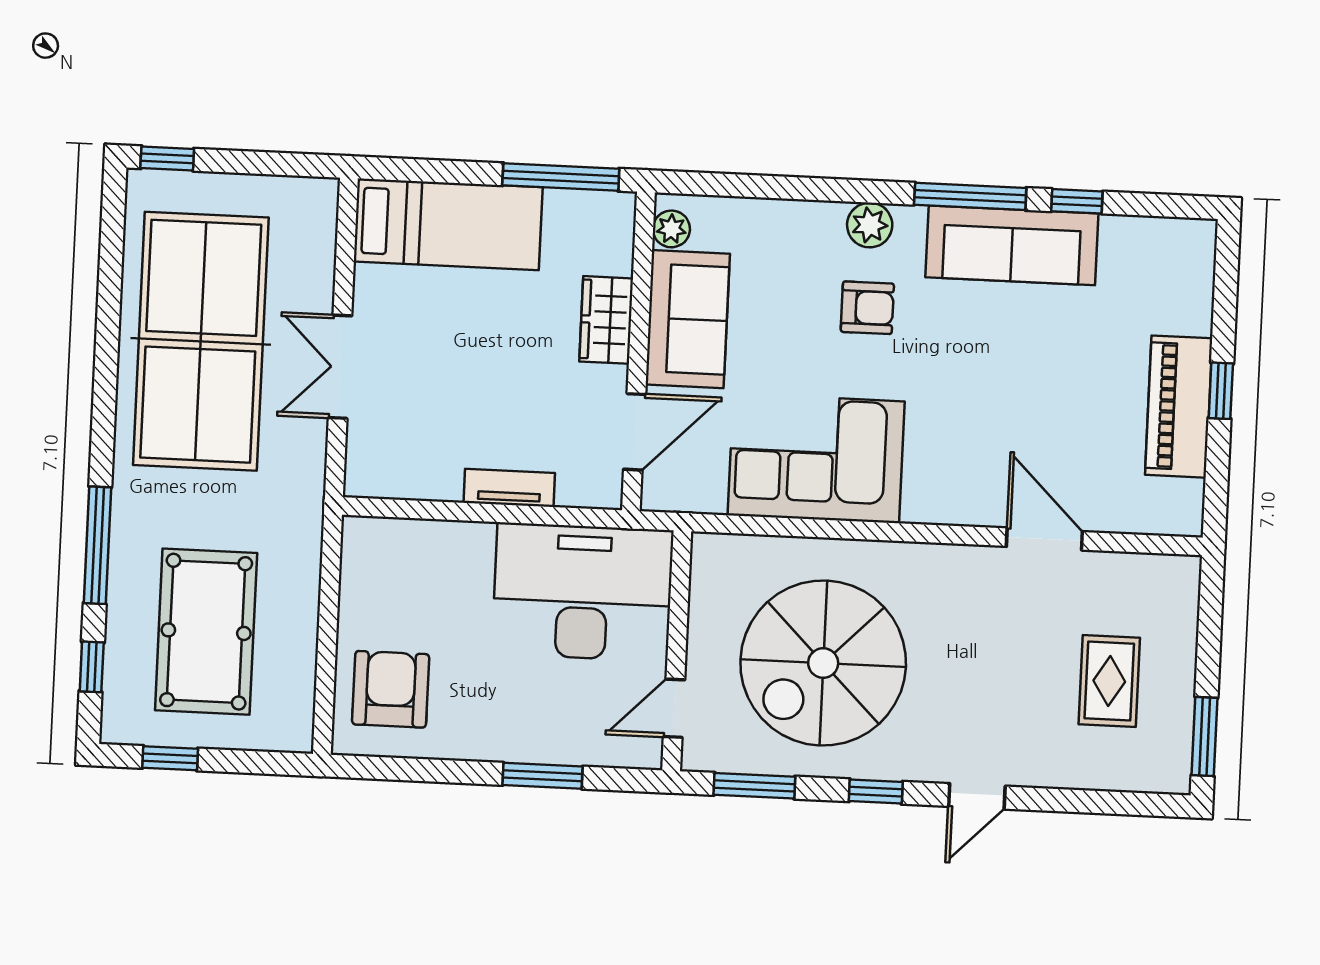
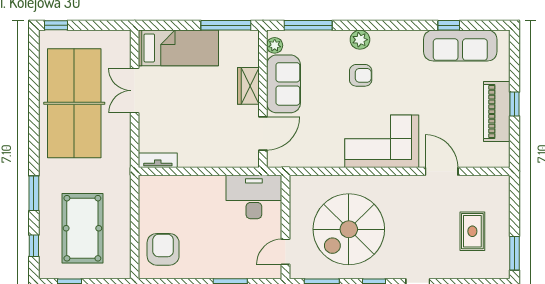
window: (970, 196) -> (308, 25), moved
sofa: (1012, 245) -> (460, 46), moved
double door: (340, 367) -> (135, 91), moved
corner sofa: (816, 458) -> (382, 141), moved
tv unit: (509, 488) -> (158, 160), moved
window: (97, 545) -> (34, 193), width x0.69
desk: (583, 592) -> (254, 197), width x0.73, depth x0.77

